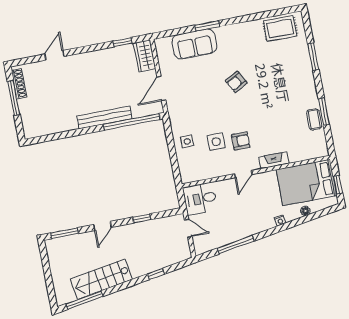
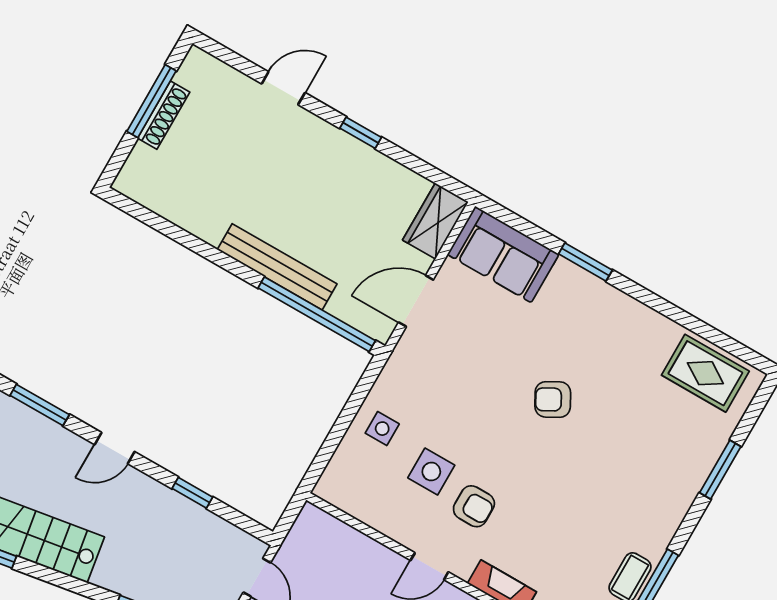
window: (123, 42) -> (361, 133), moved
sofa: (194, 44) -> (503, 254), moved
shoe rack: (19, 84) -> (164, 115), moved
desk: (200, 199) -> (320, 545), removed

